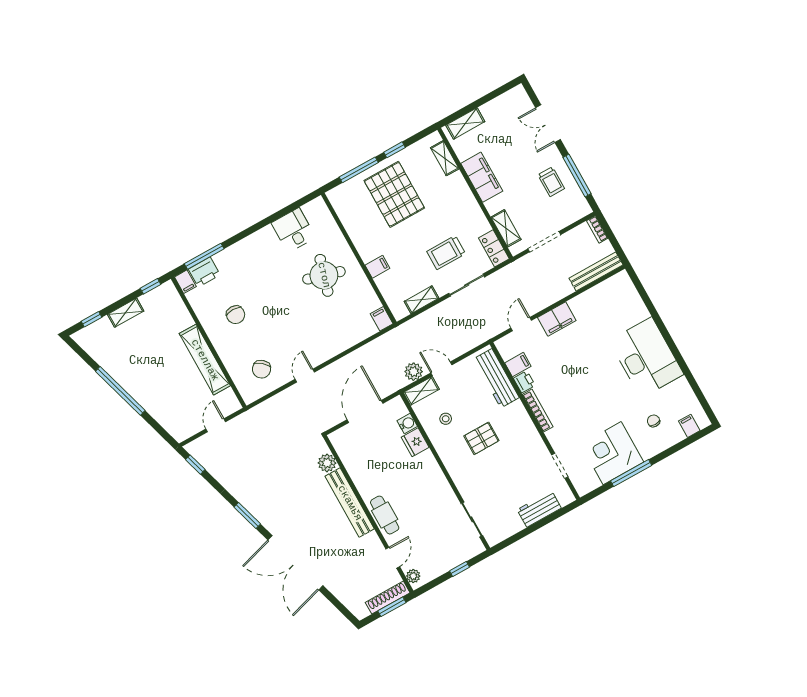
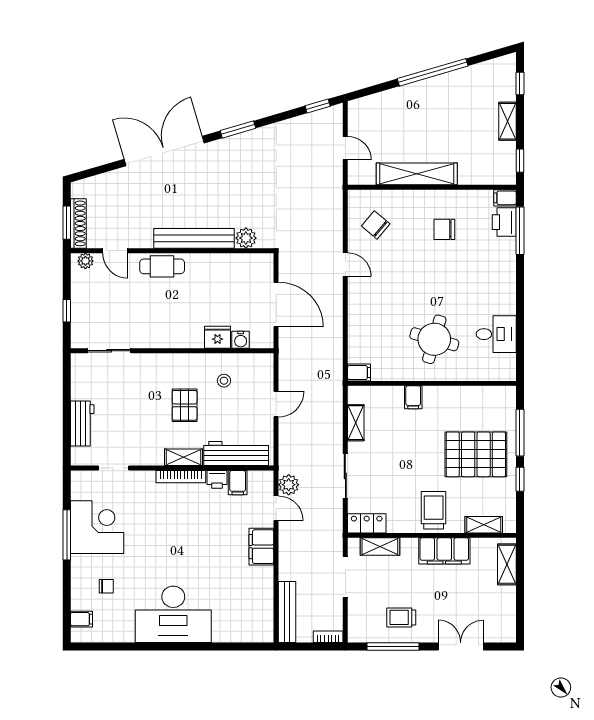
trolley: (446, 253) -> (434, 510), moved
plant: (414, 372) -> (289, 485), moved
shelving: (421, 391) -> (183, 457), moved, turned 90

